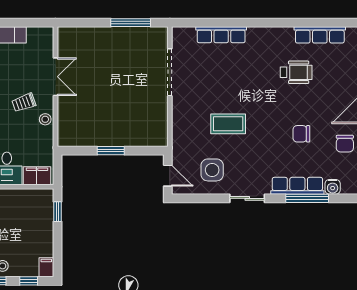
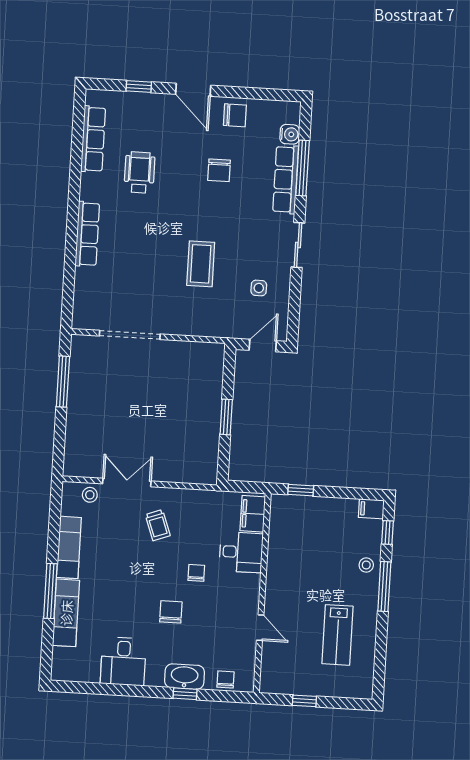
row of seats: (221, 35) -> (87, 234), moved
stool: (45, 119) -> (90, 495), moved
side table: (212, 170) -> (259, 288), width x0.54, depth x0.54

